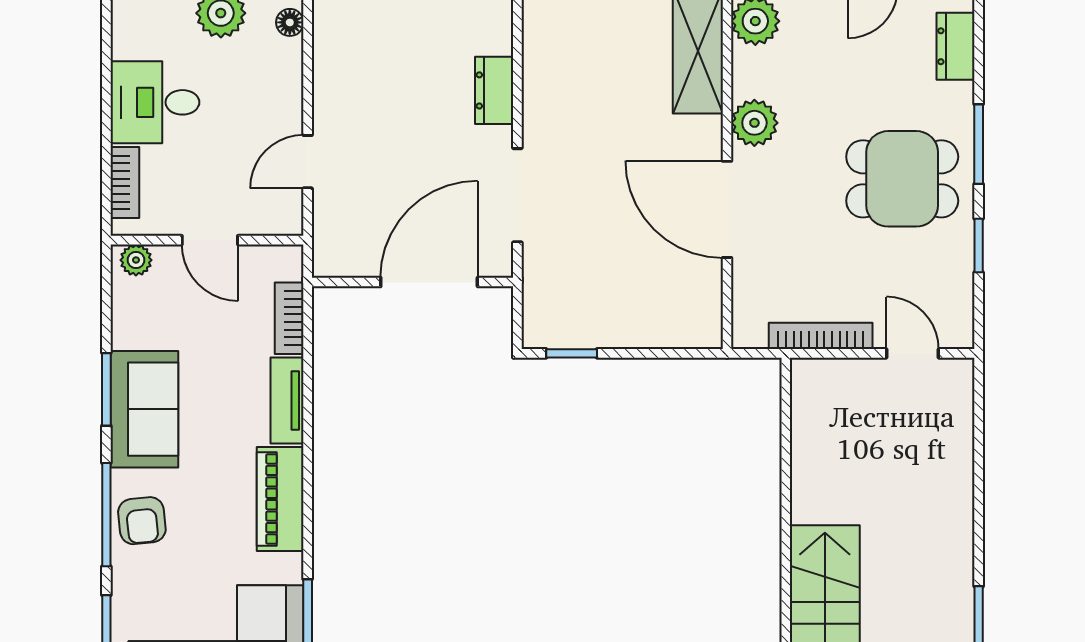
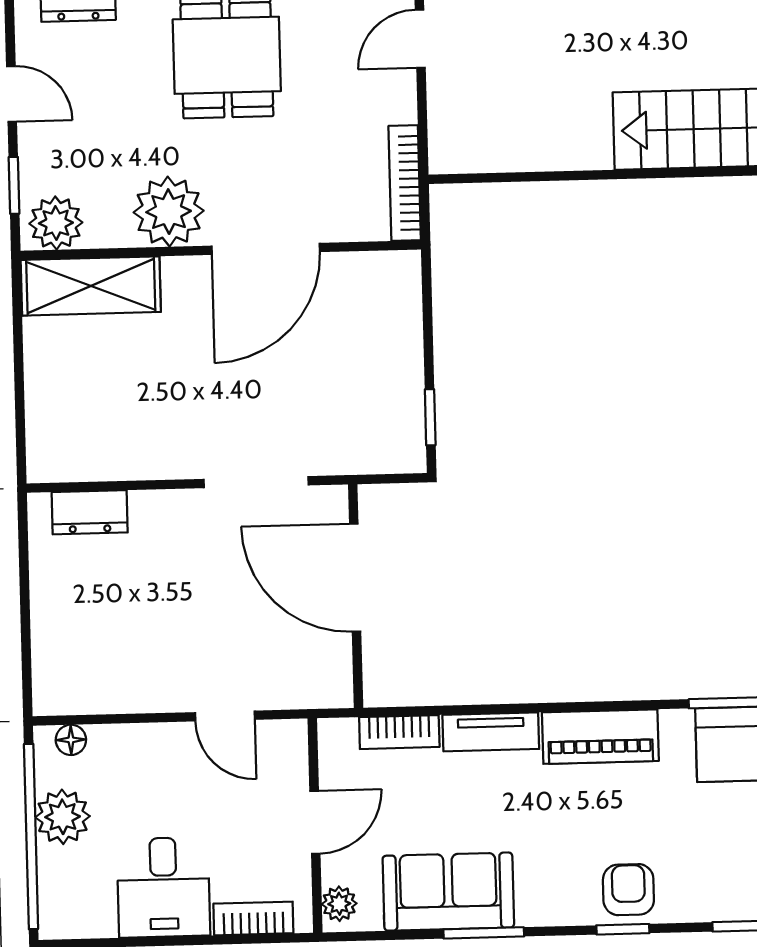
dresser: (494, 90) -> (90, 512), moved
plant: (754, 123) -> (169, 212), width x1.36, depth x1.36
bookcase: (821, 336) -> (405, 183), moved
sofa: (144, 409) -> (448, 892), moved
window: (106, 515) -> (623, 929), width x0.46
armchair: (142, 521) -> (628, 890), turned -84

